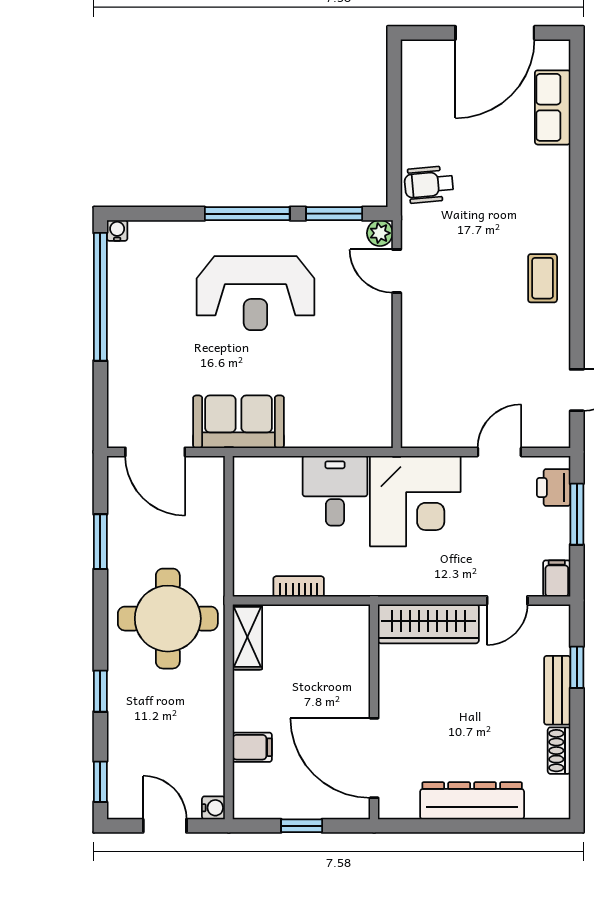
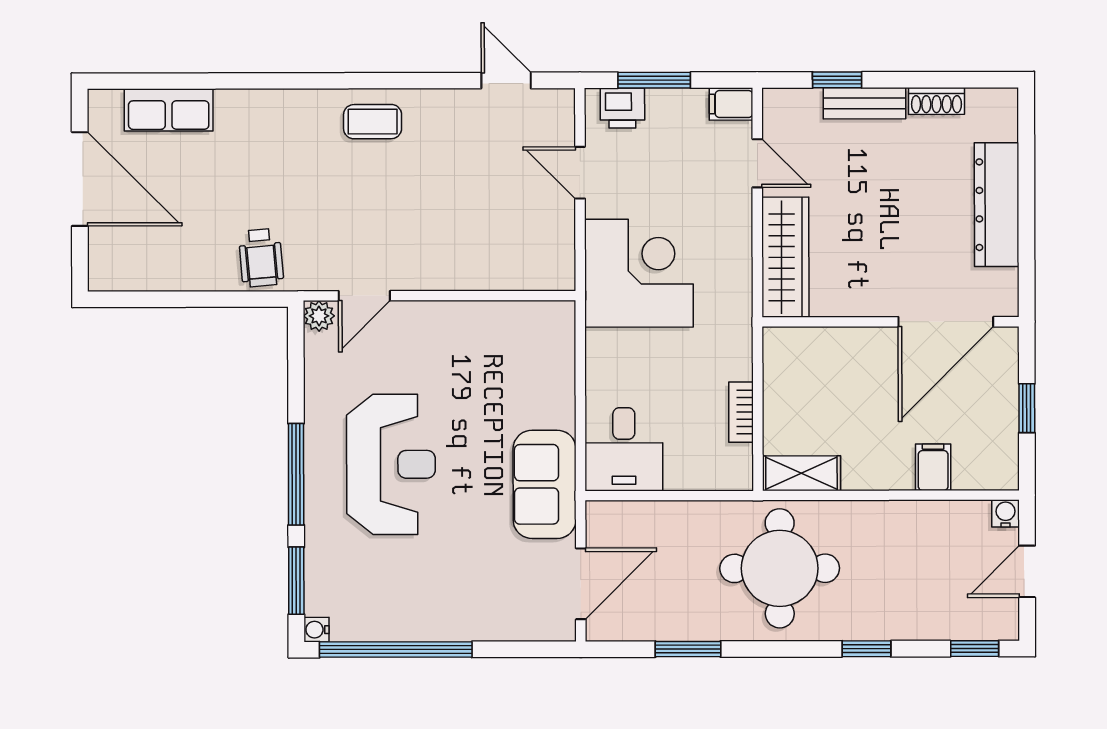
window: (334, 214) -> (296, 581), moved
desk: (335, 491) -> (624, 449), moved, turned -90

